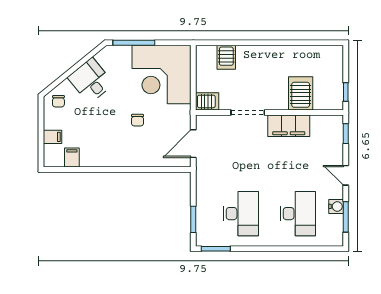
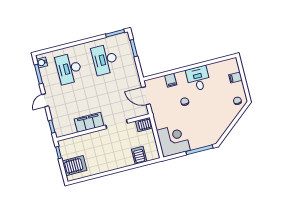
corner desk: (162, 74) -> (173, 140), width x0.74, depth x0.74
desk: (91, 81) -> (198, 78), moved, turned -141
server rack: (301, 93) -> (75, 166), moved, turned -90
door: (193, 144) -> (146, 96), swing flipped
filing cabinet: (72, 158) -> (171, 80), moved
door: (346, 175) -> (45, 100), swing flipped
water cooler: (336, 206) -> (42, 62), moved

